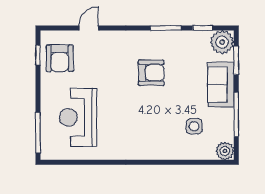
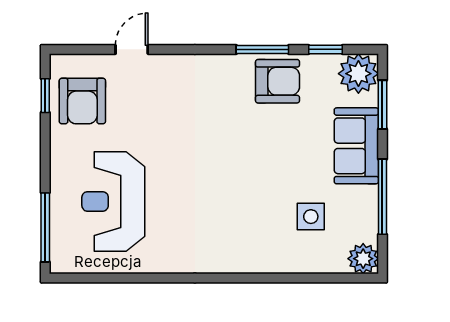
armchair: (151, 73) -> (278, 81), moved

